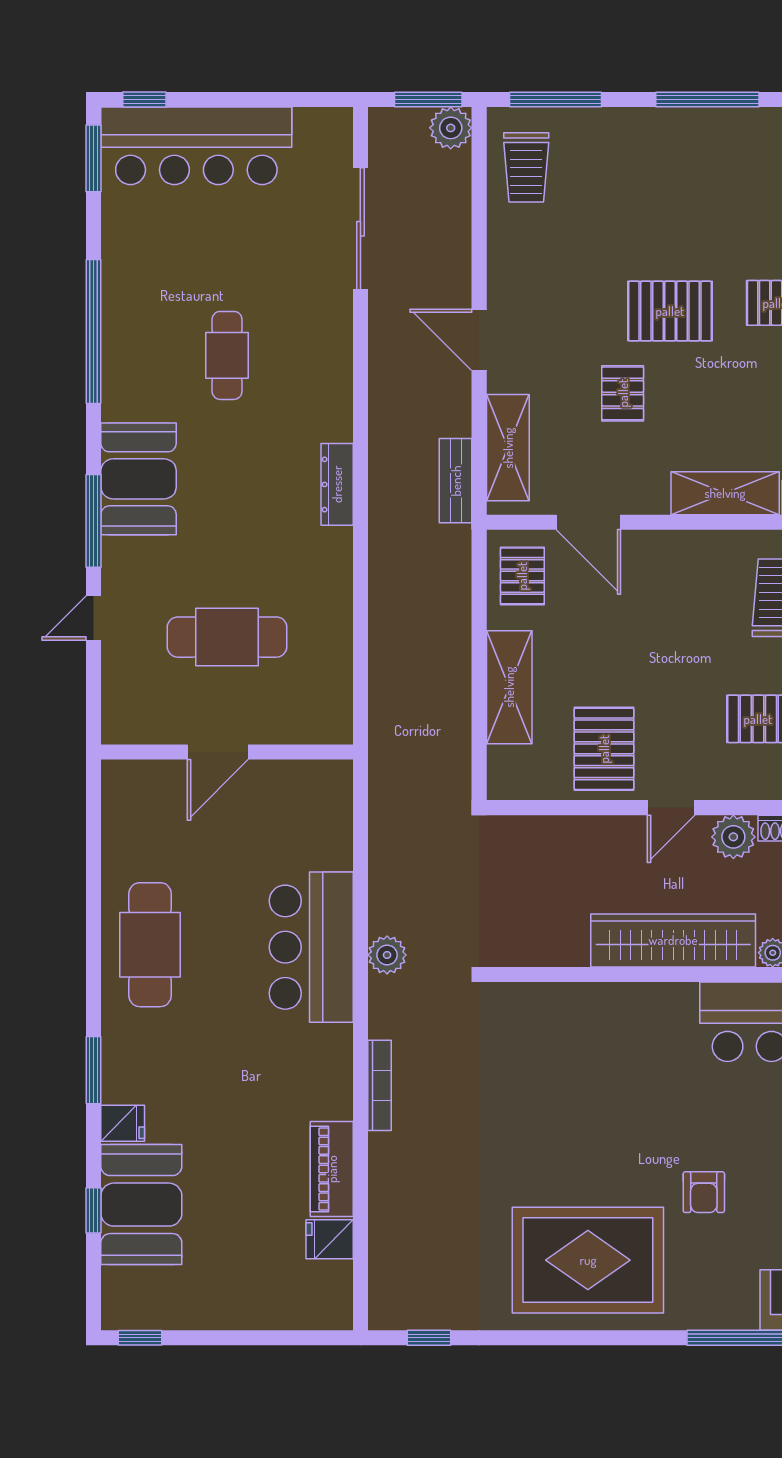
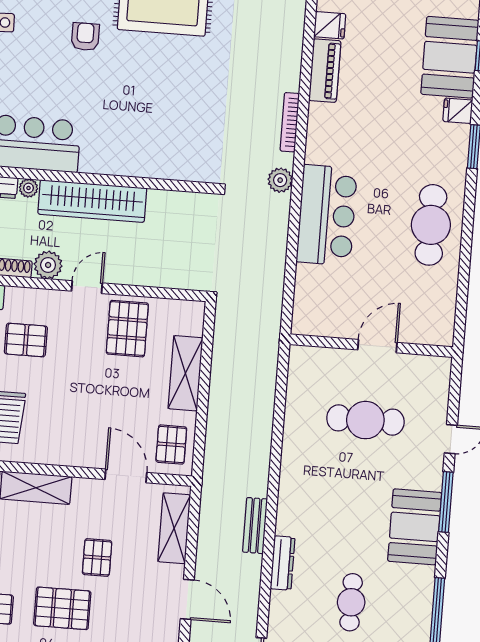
bench: (456, 481) -> (255, 526), moved
dresser: (337, 484) -> (283, 563), moved
plant: (387, 955) -> (280, 180), moved

